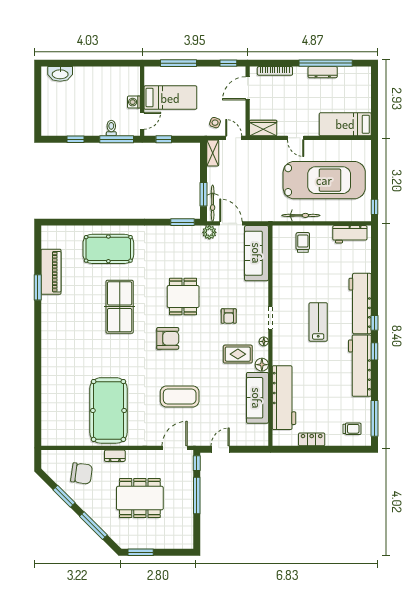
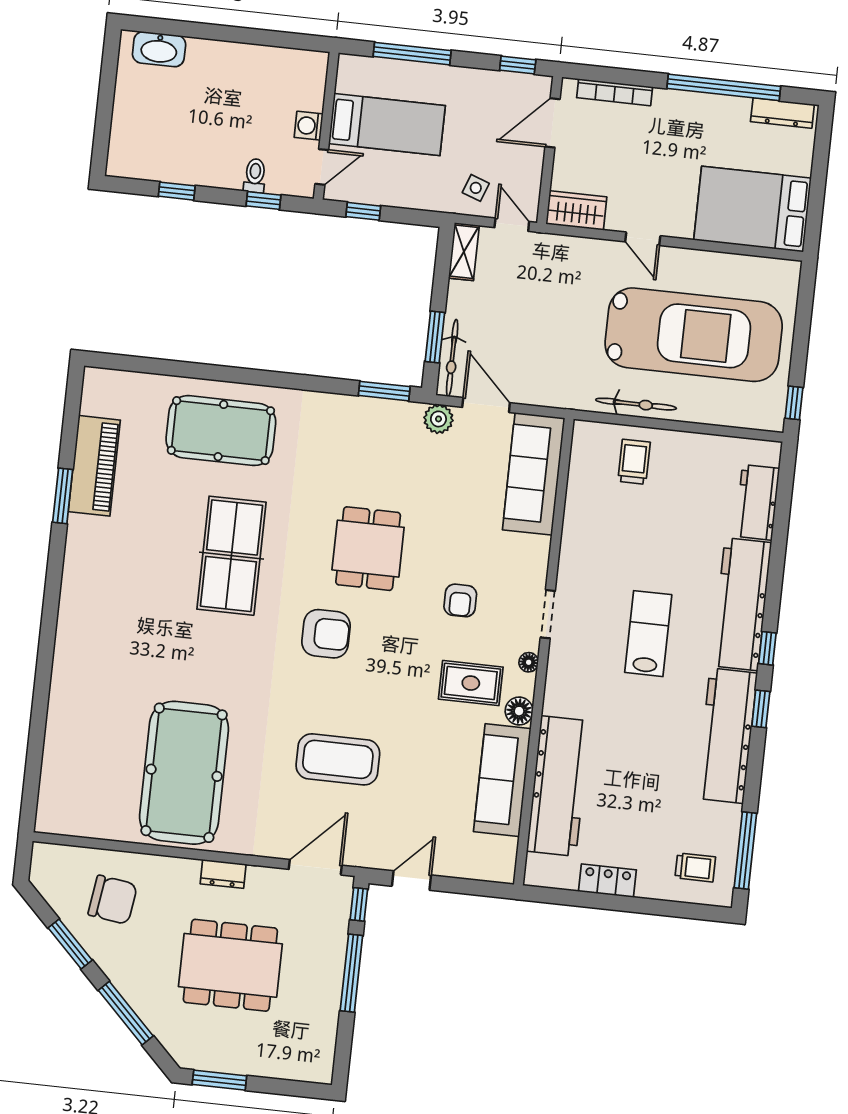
dresser: (323, 72) -> (782, 113), moved
bed: (345, 124) -> (752, 209), width x1.50
window: (117, 139) -> (264, 201), width x0.46
workbench: (350, 234) -> (757, 502), moved, turned 90
dresser: (115, 456) -> (223, 874), moved

